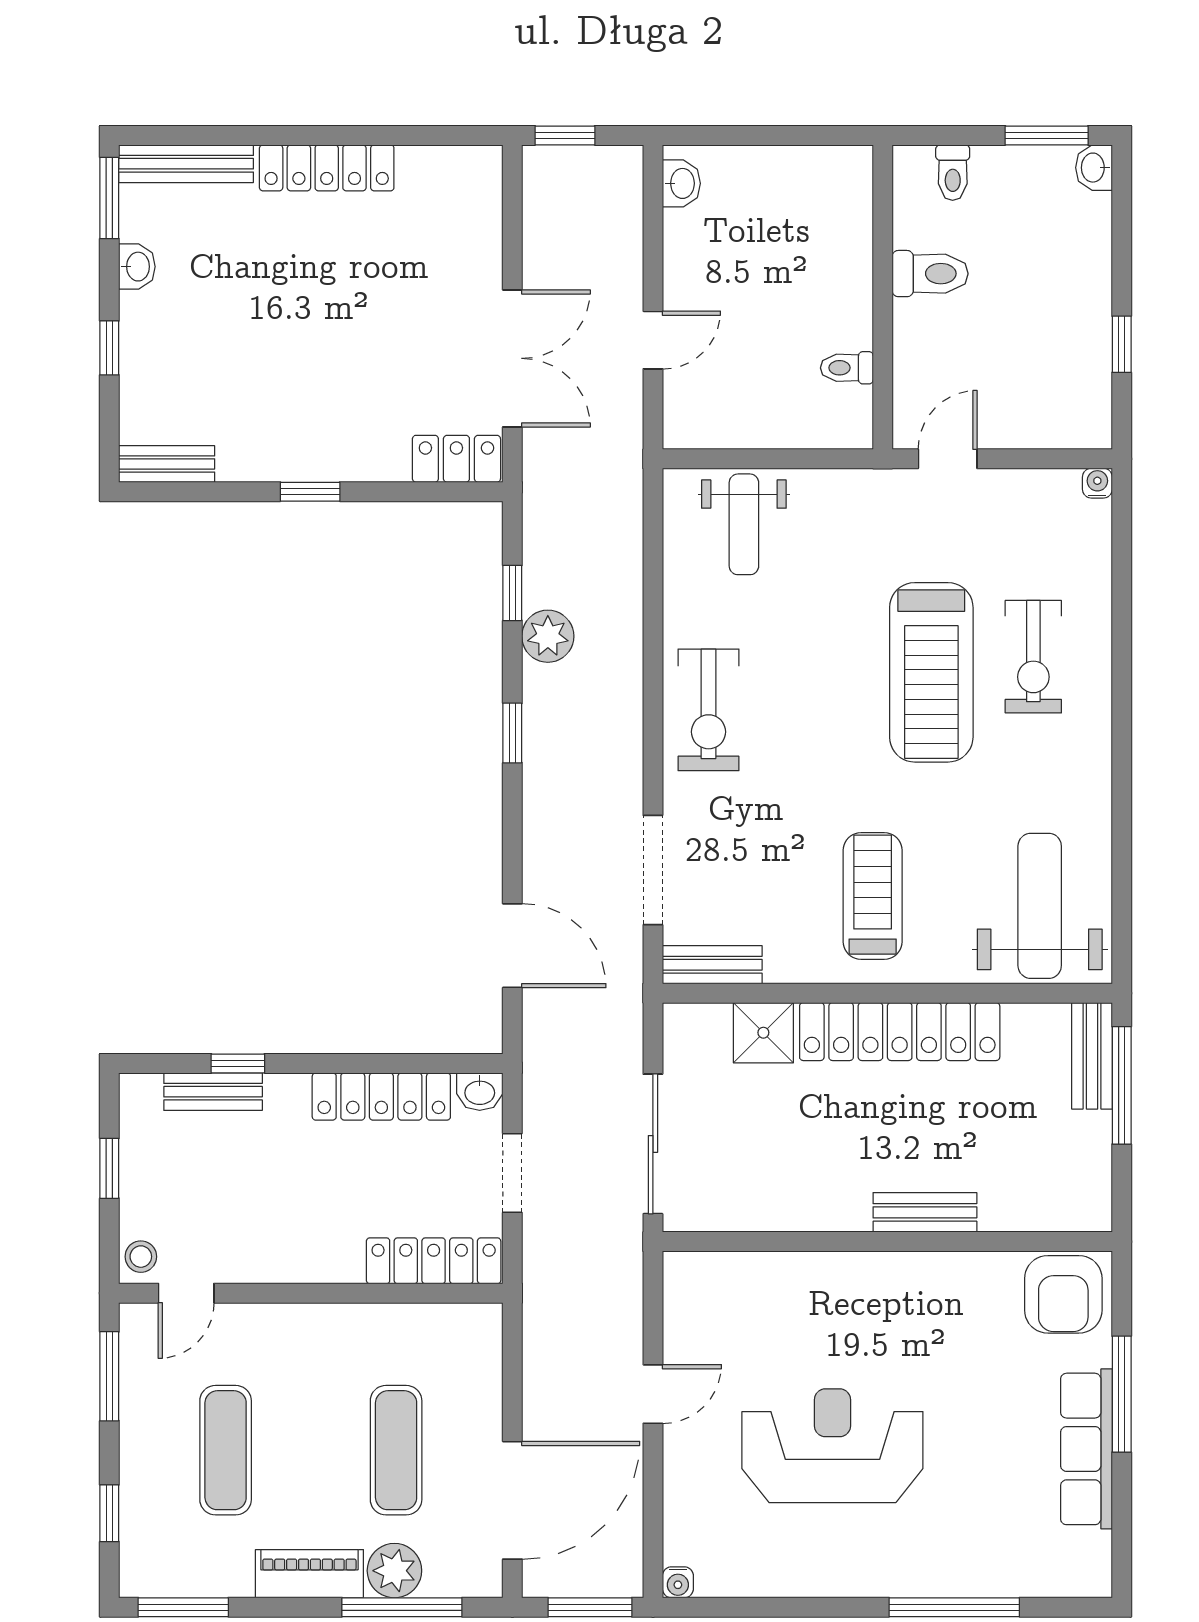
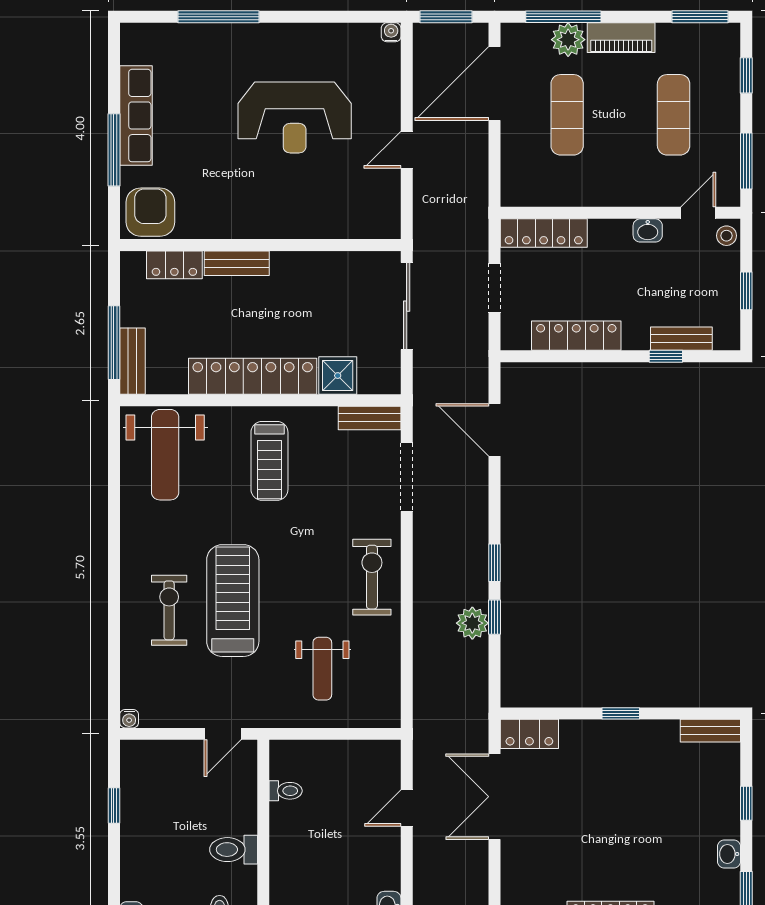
weight bench: (744, 524) -> (322, 669), moved, turned 180
window: (512, 593) -> (494, 617), moved
washbasin: (480, 1092) -> (648, 230), moved, turned 180
locker: (1025, 1210) -> (174, 265), added

